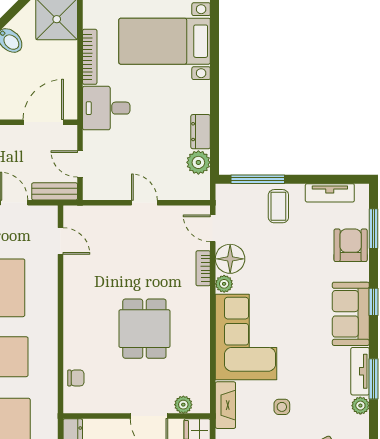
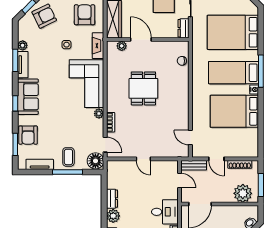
plant: (198, 162) -> (113, 216), moved
window: (258, 179) -> (67, 172), moved
floor lamp: (230, 259) -> (95, 161), moved

